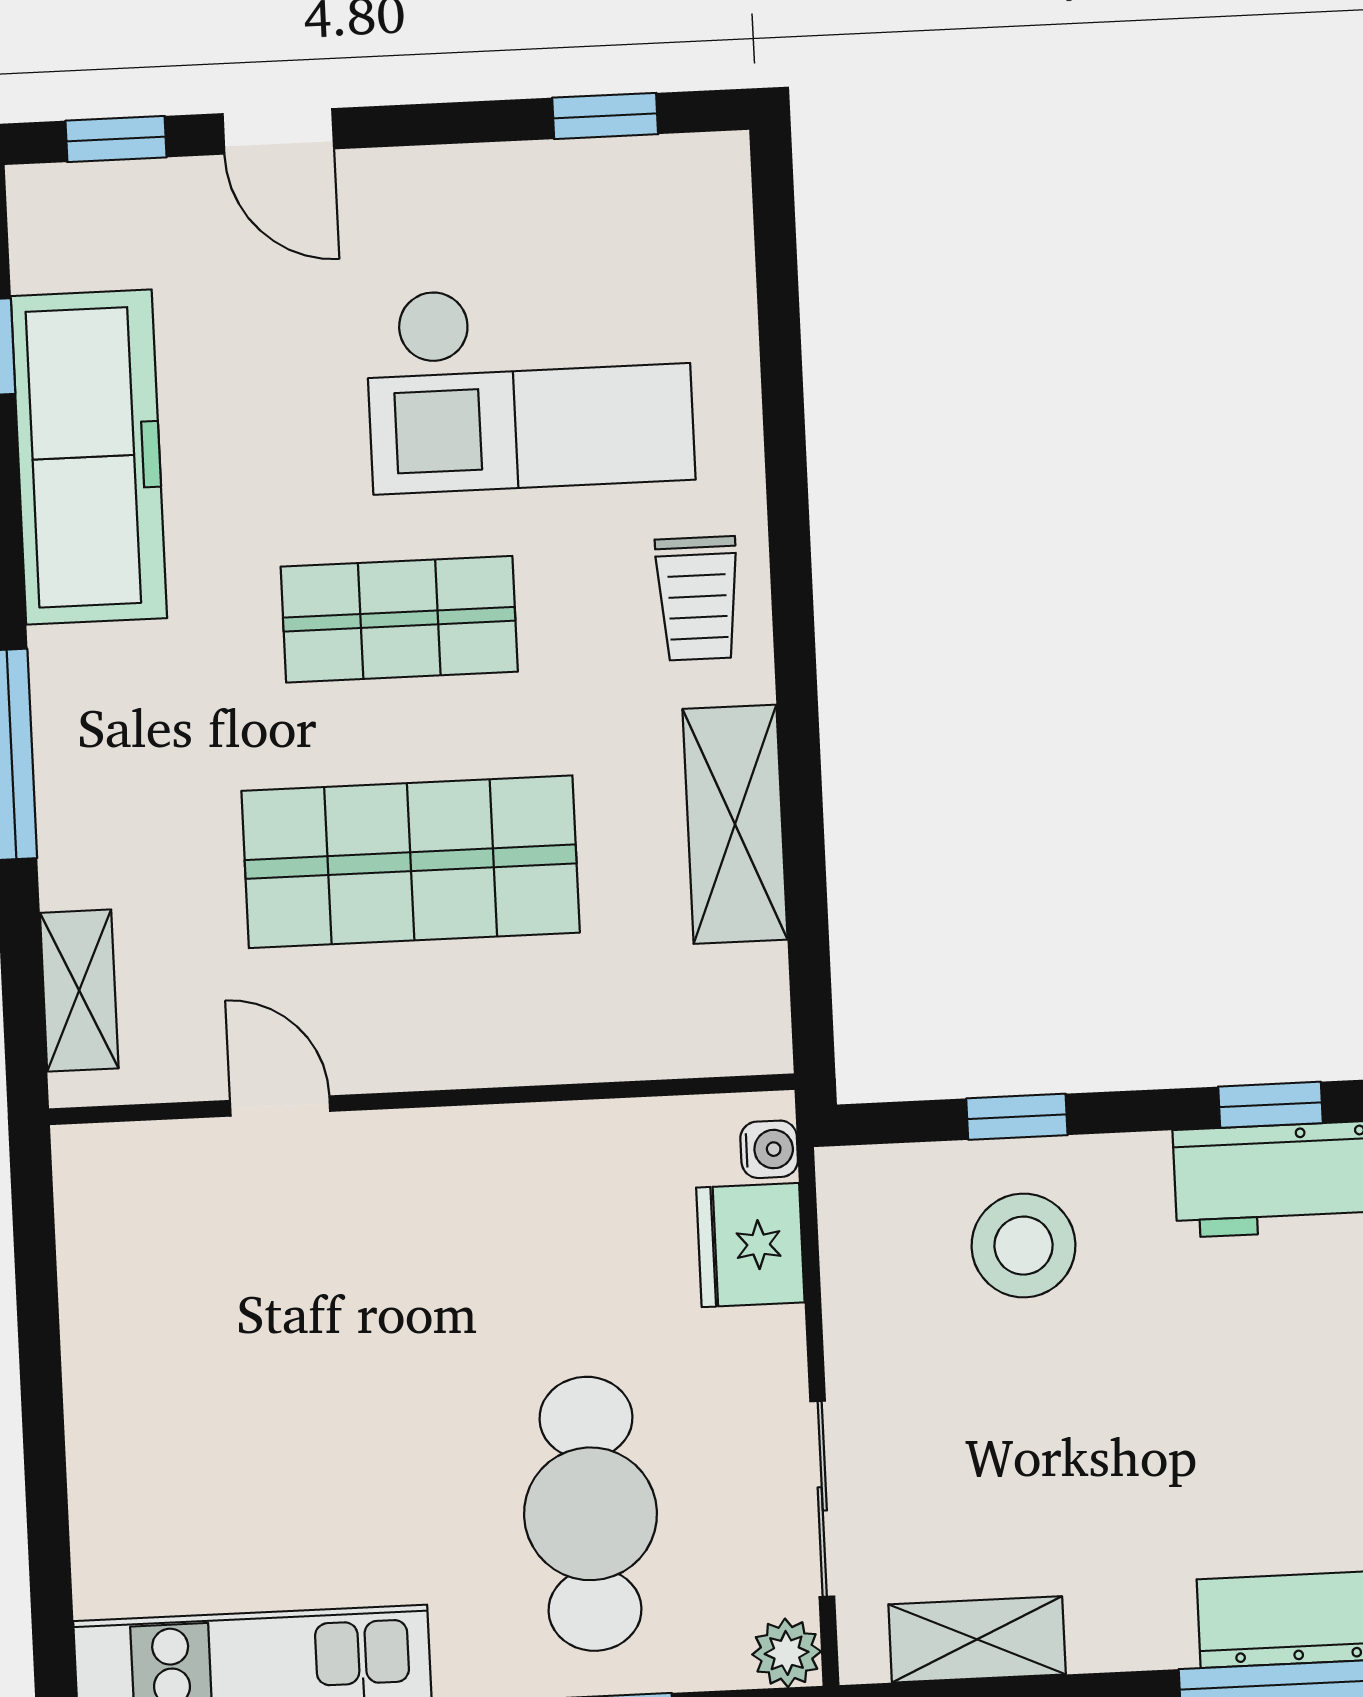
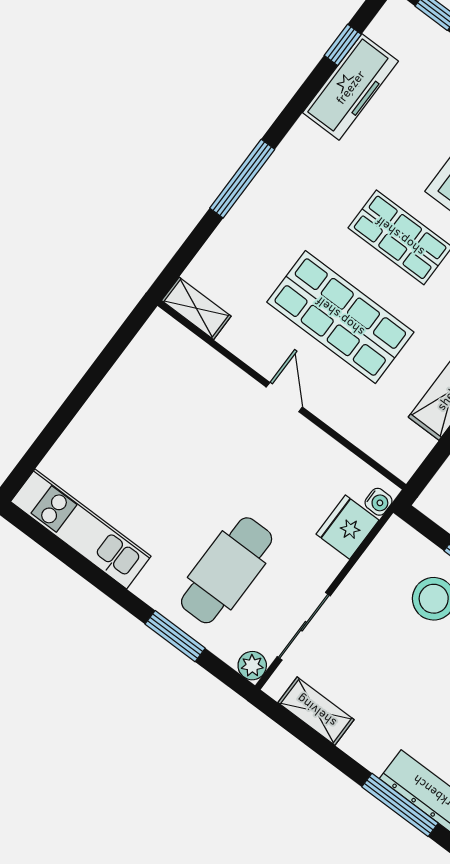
freezer: (89, 457) -> (350, 87), width x0.73, depth x0.79
shelving: (79, 991) -> (196, 308), moved, turned 90
door: (280, 1106) -> (284, 397), moved

